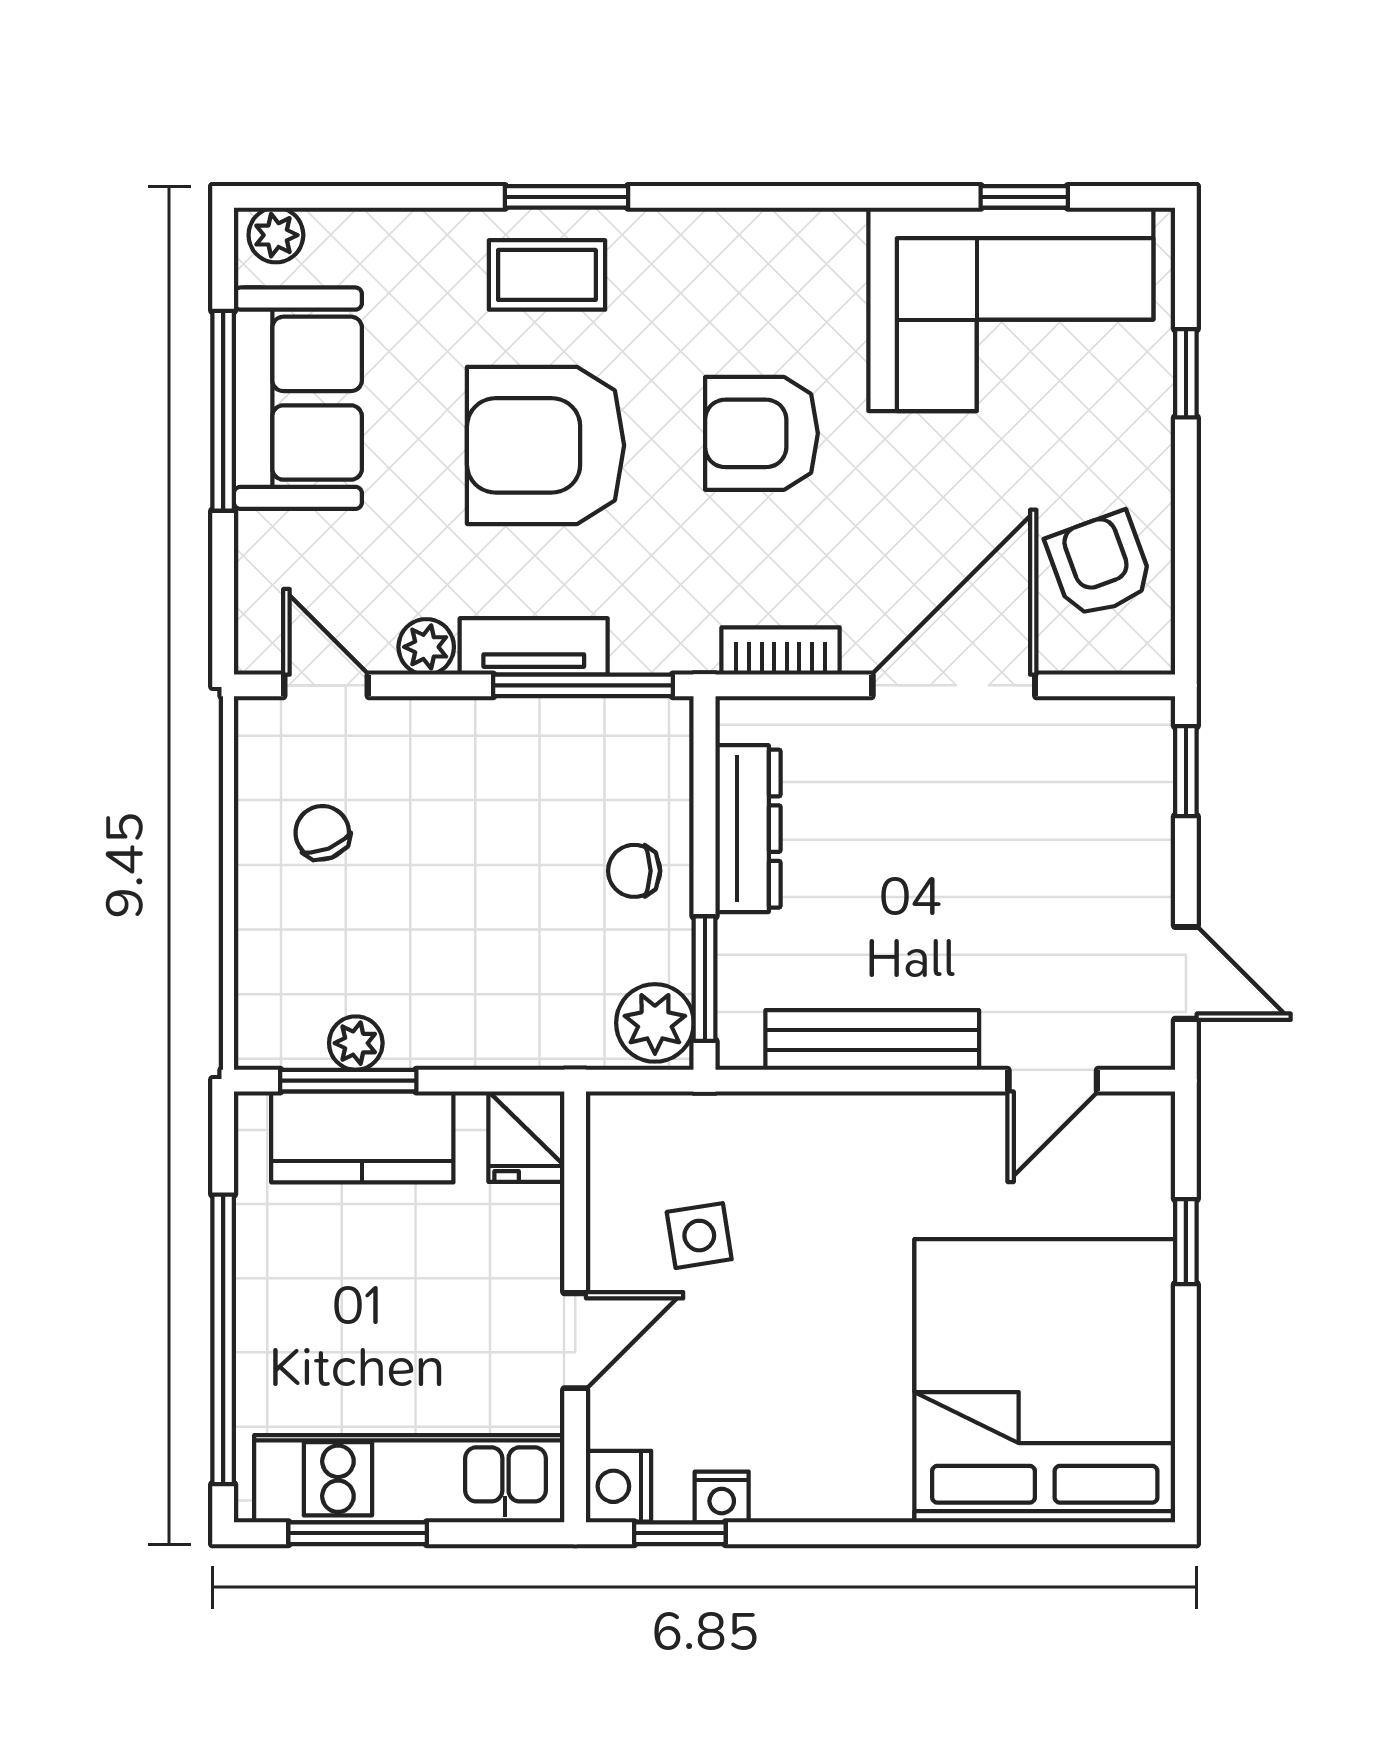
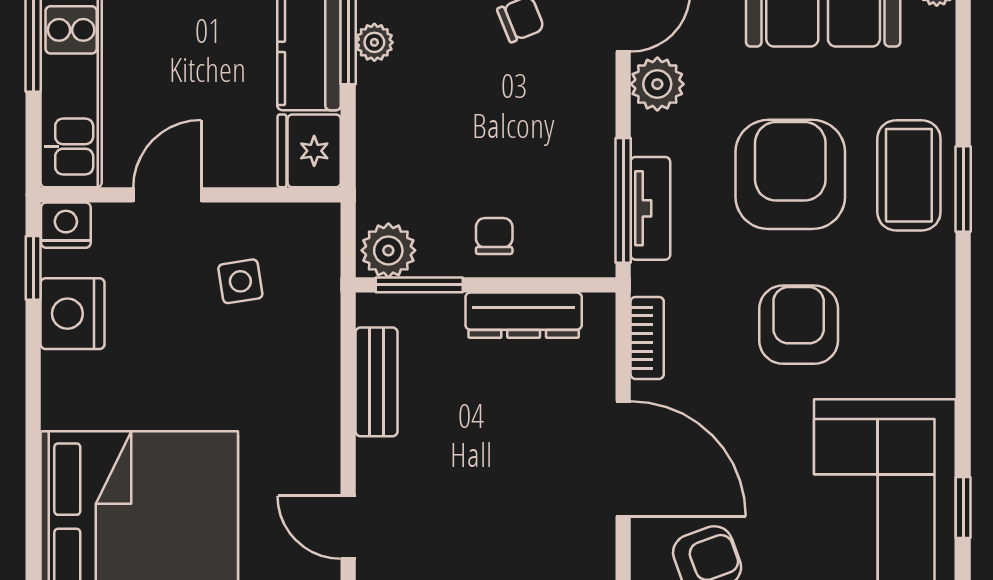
coffee table: (547, 275) -> (909, 175), width x1.36, depth x1.30
tv unit: (534, 646) -> (650, 208), moved
plant: (426, 647) -> (657, 84), width x1.38, depth x1.38
bench: (872, 1040) -> (377, 382), width x0.73
fridge: (526, 1137) -> (309, 151), width x1.38
door: (575, 1341) -> (167, 195), swing flipped
nightstand: (722, 1497) -> (73, 314), width x1.89, depth x1.79

